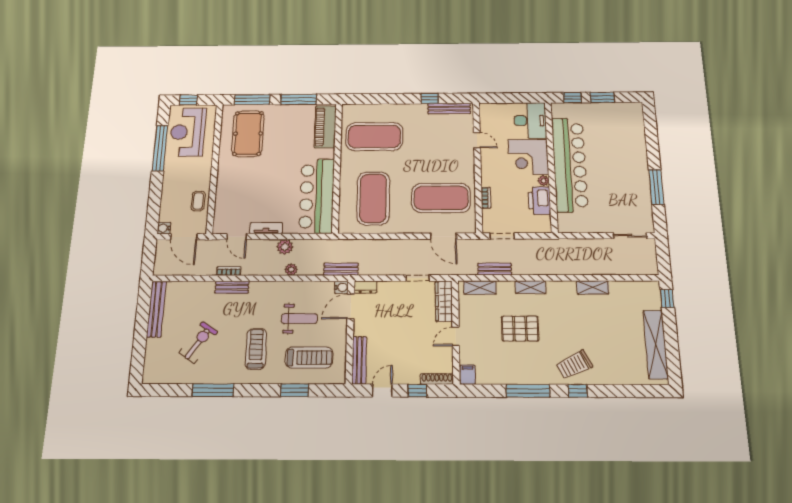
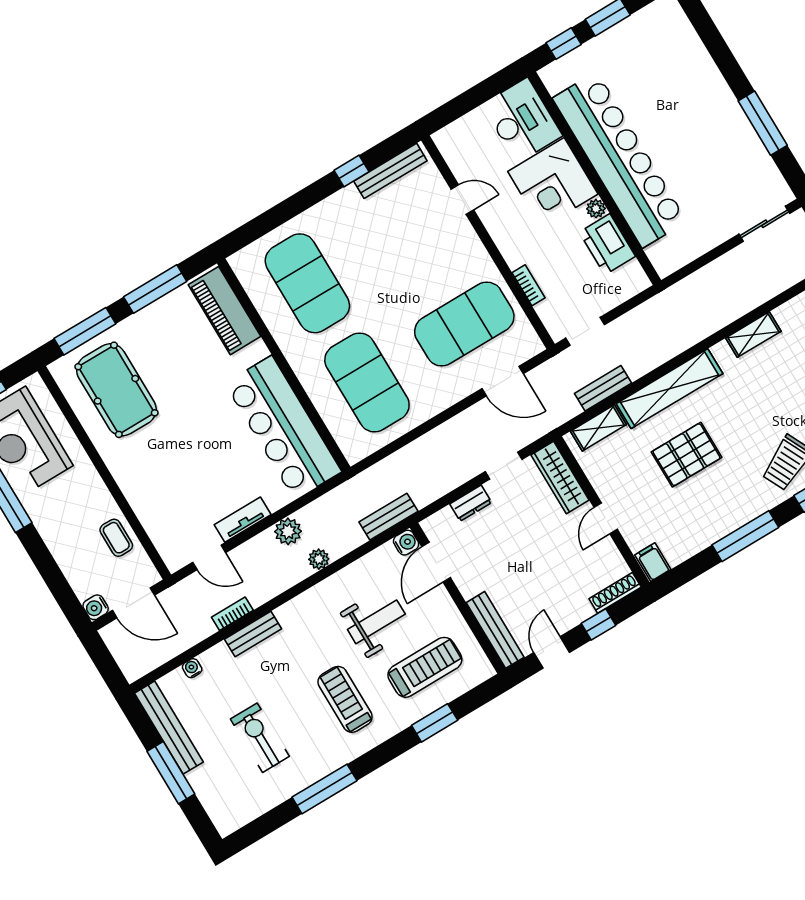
exercise mat: (374, 137) -> (307, 283), turned 90
water cooler: (189, 286) -> (192, 668), added
dresser: (366, 287) -> (471, 503), moved
shelving: (530, 287) -> (669, 389), width x2.20, depth x1.33
window: (141, 333) -> (171, 773), added
exercise bike: (198, 342) -> (260, 738), turned -33

